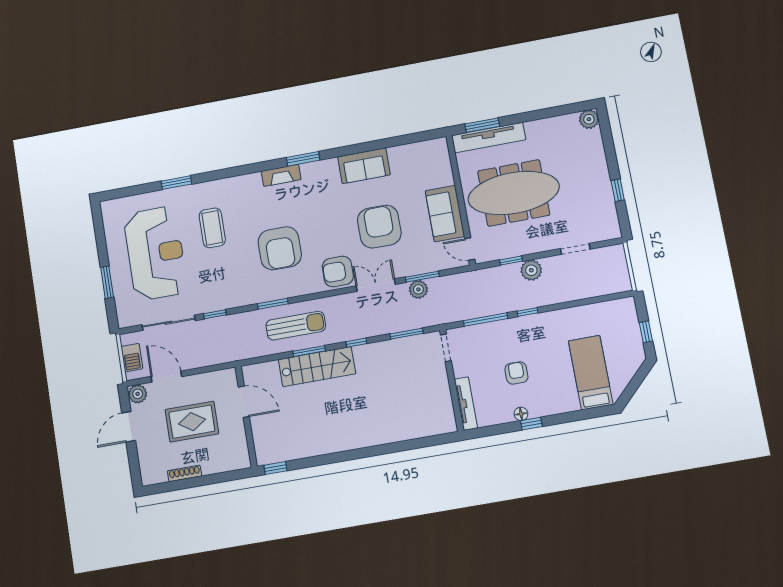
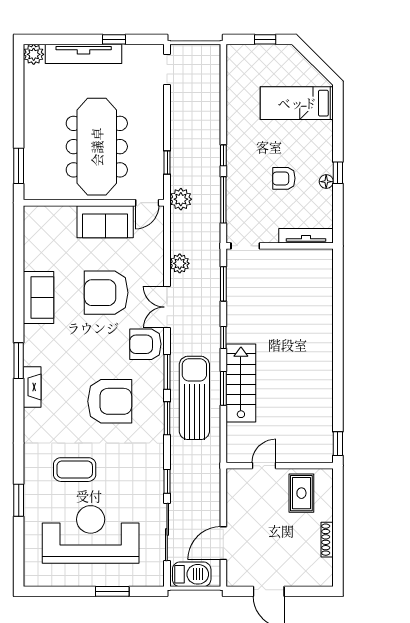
tv unit: (489, 138) -> (84, 54), moved, turned 90
doorway: (575, 249) -> (167, 70), moved
plant: (531, 270) -> (181, 199), moved
armchair: (338, 271) -> (145, 344), turned 90
window: (422, 277) -> (167, 372), moved
sun lounger: (296, 326) -> (194, 398), width x1.36, depth x1.34
barbecue: (132, 358) -> (192, 574), width x1.38, depth x1.27
plant: (138, 394) -> (236, 577), removed
door: (244, 402) -> (264, 466), width x0.73
rug: (192, 422) -> (301, 493), moved, width x0.73, depth x0.70

